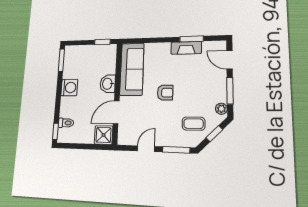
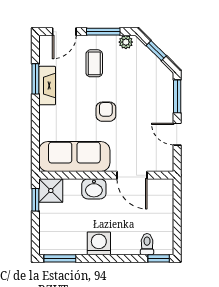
coffee table: (194, 124) -> (94, 63), moved
shower: (104, 135) -> (51, 191), moved

